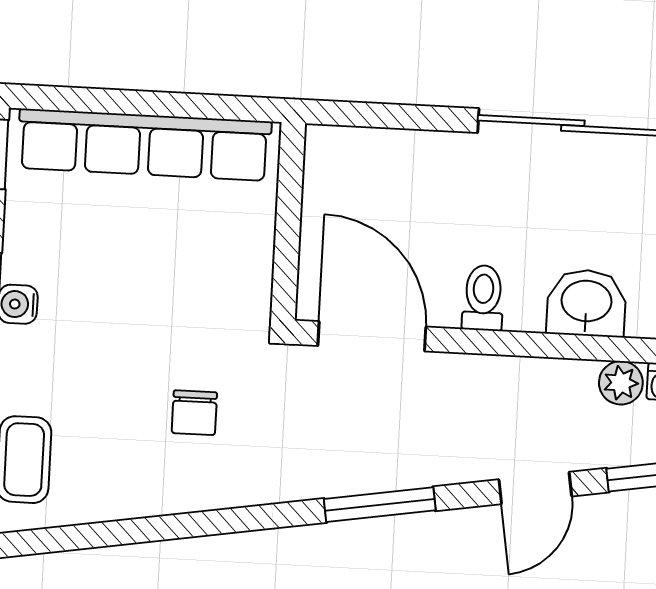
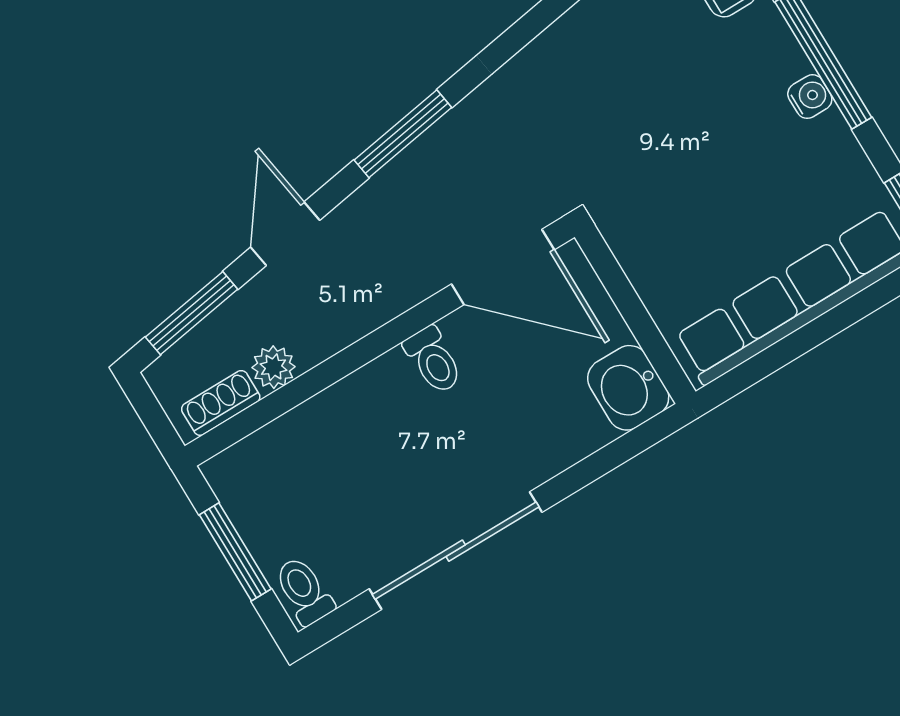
washbasin: (586, 303) -> (628, 388), moved, turned 90
chair: (194, 413) -> (605, 106), removed

